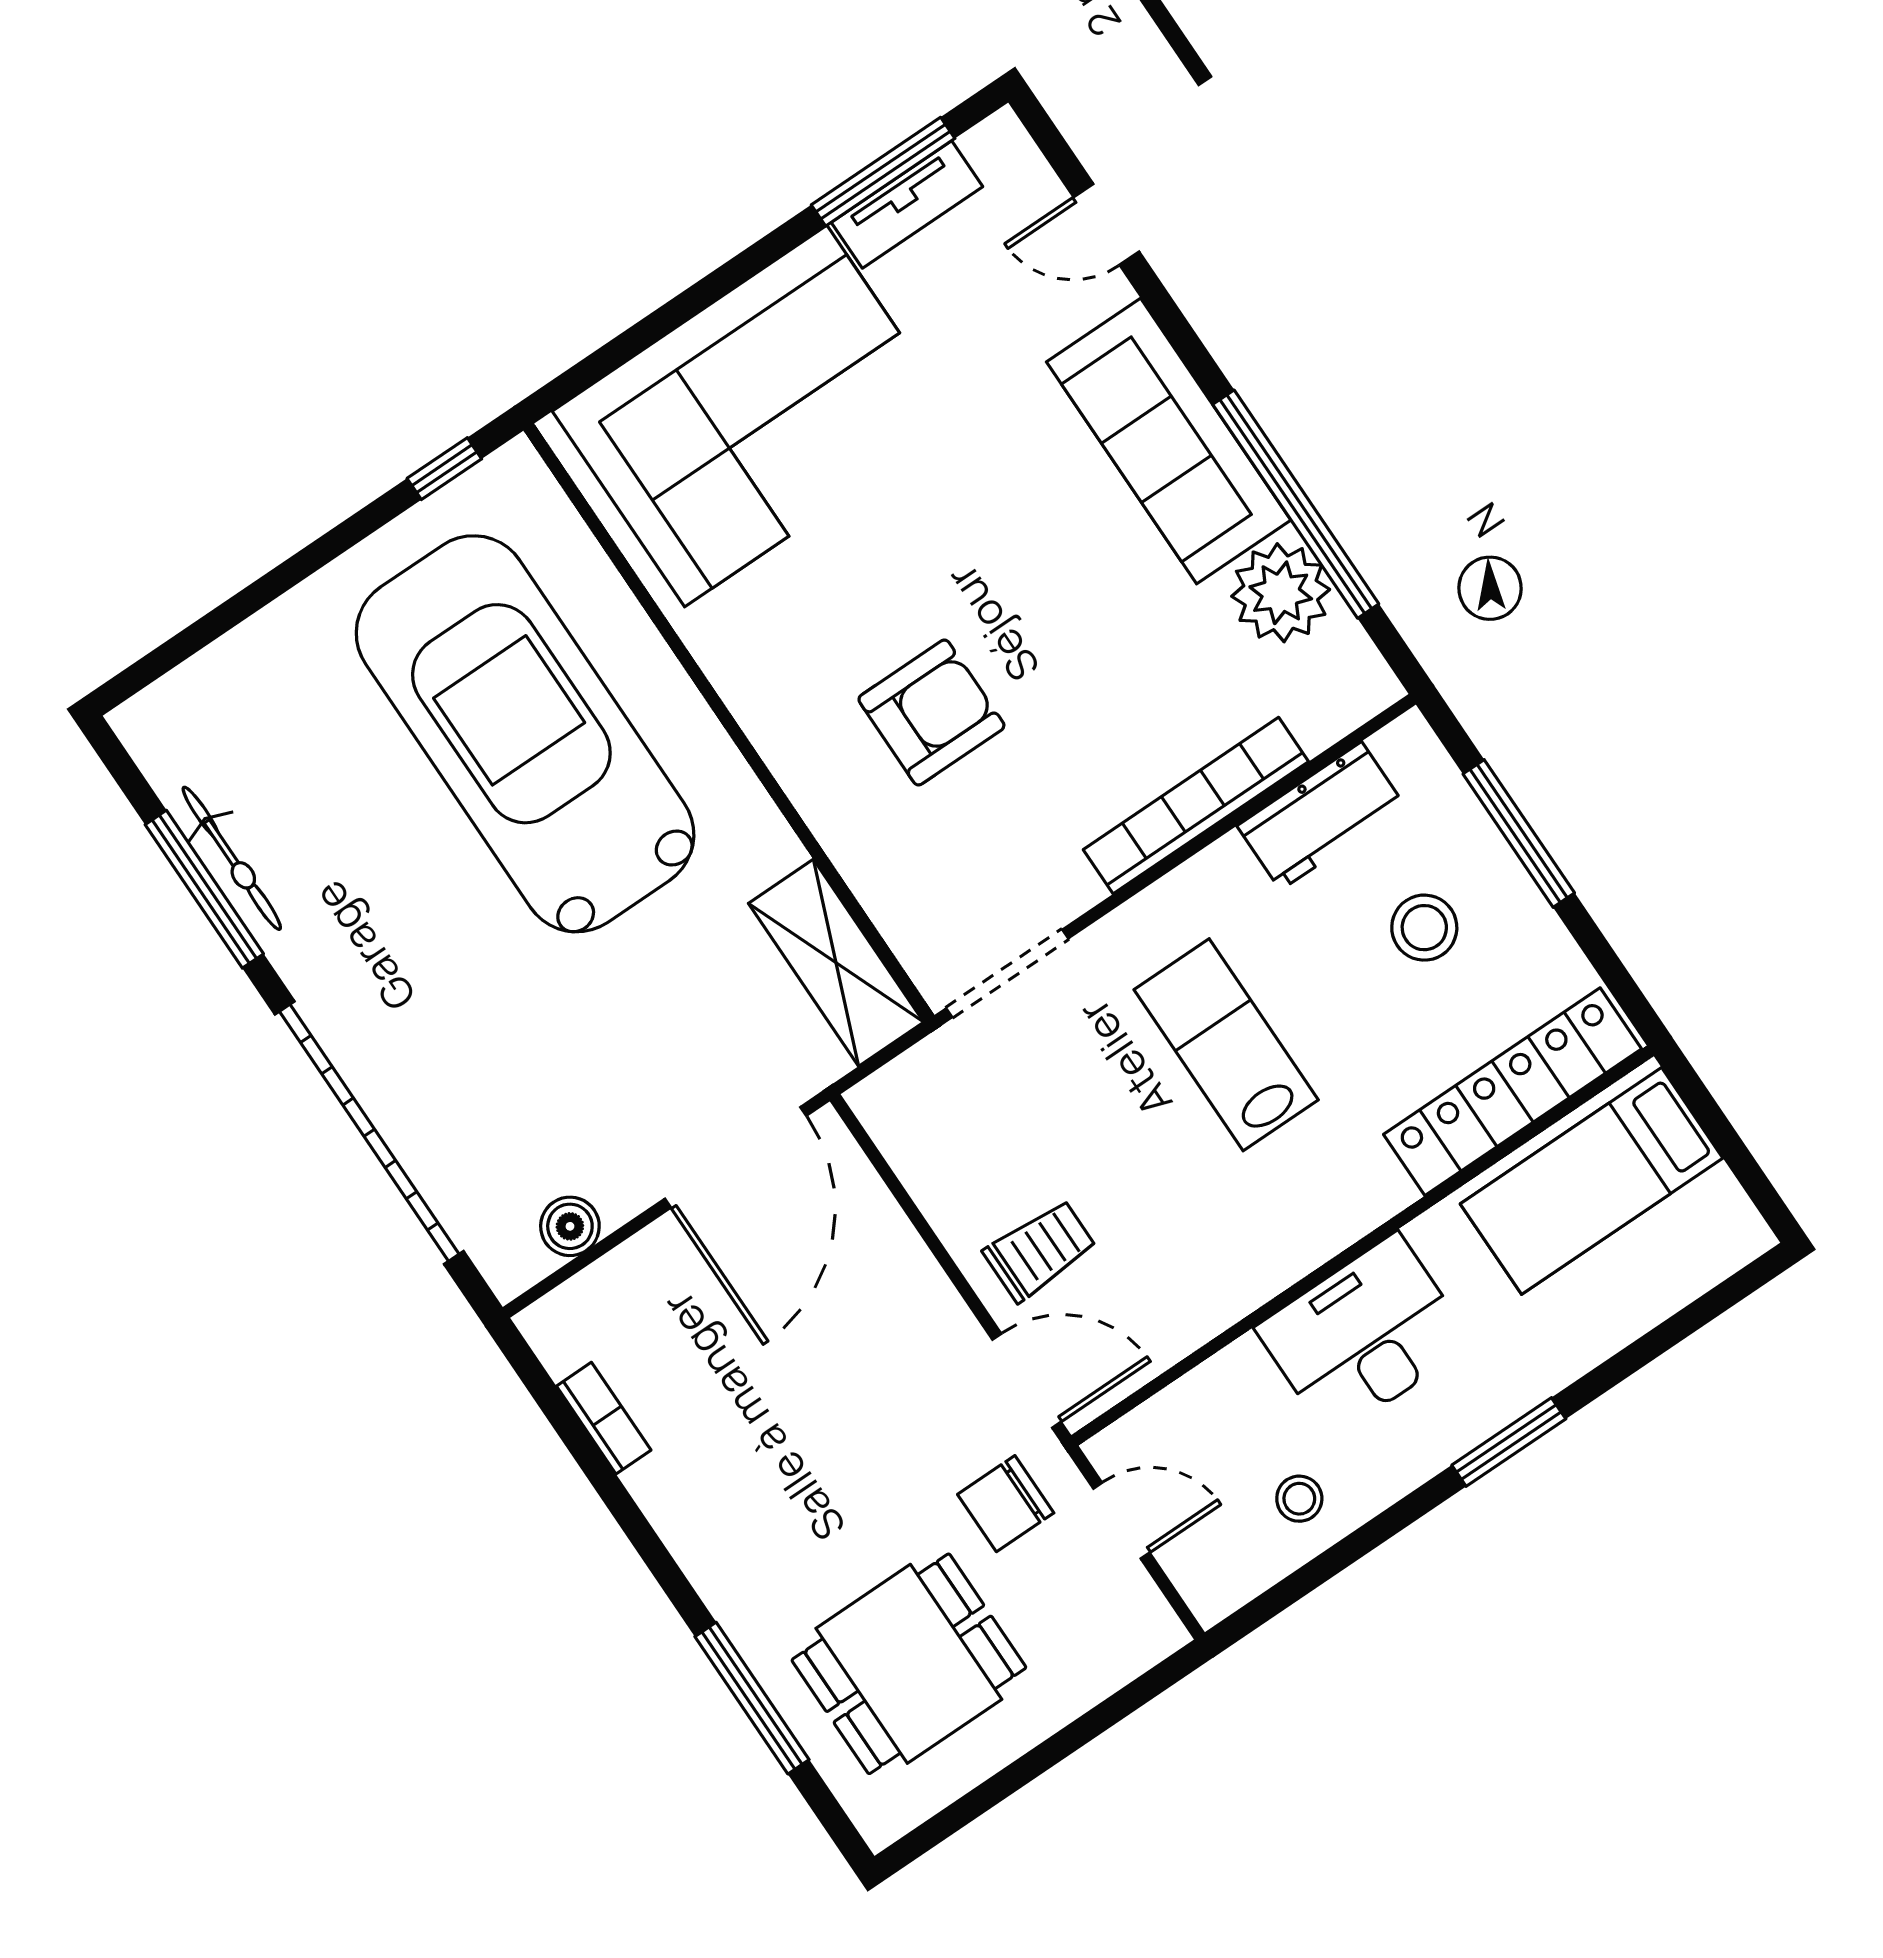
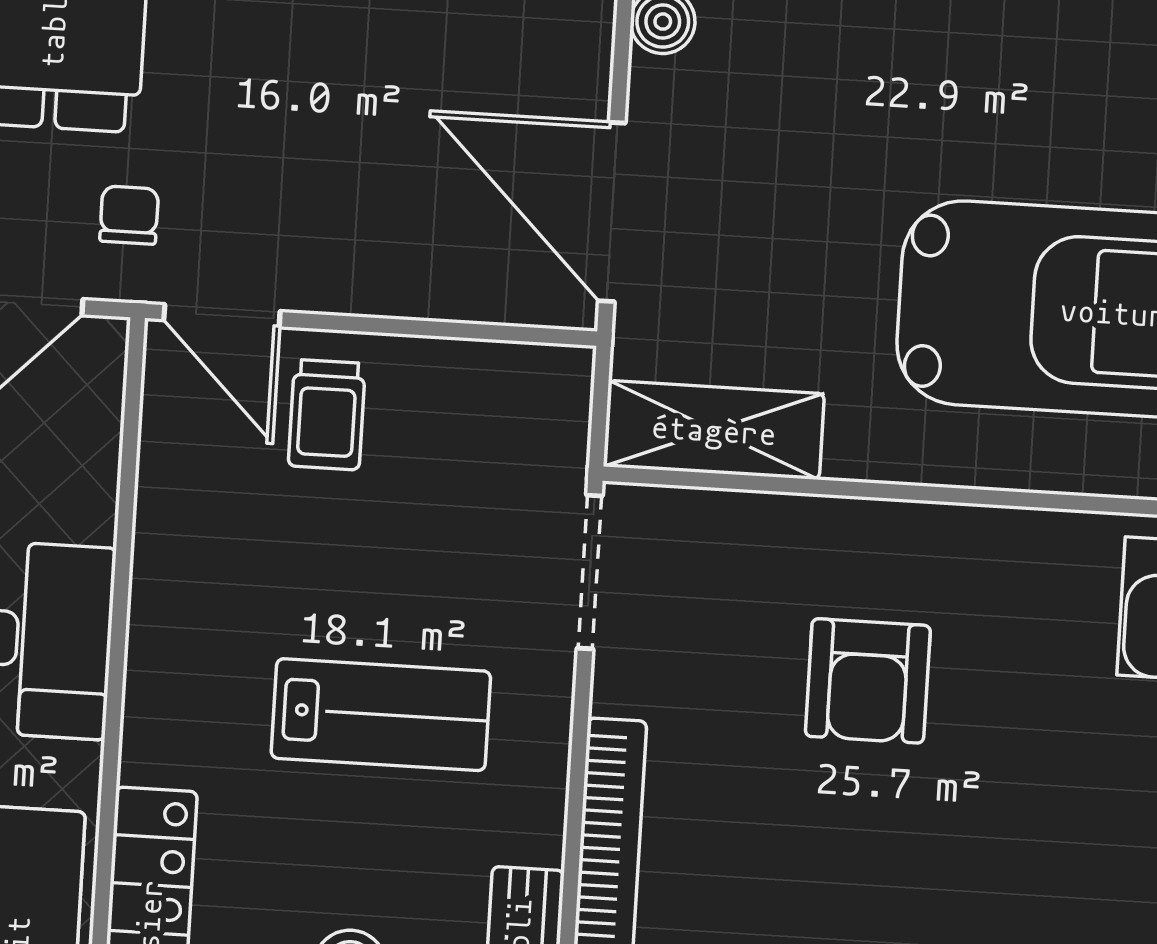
door: (1027, 1381) -> (222, 316), hinge flipped
chair: (1006, 1504) -> (129, 215), width x0.73, depth x0.73

